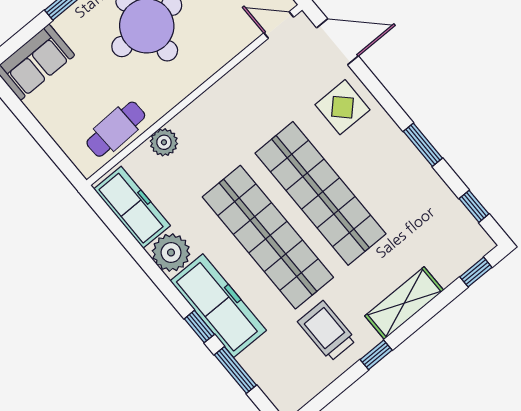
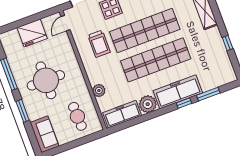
cafe table: (116, 129) -> (77, 116), moved
trolley: (327, 331) -> (99, 44), moved, turned -90
window: (376, 355) -> (228, 43), moved

